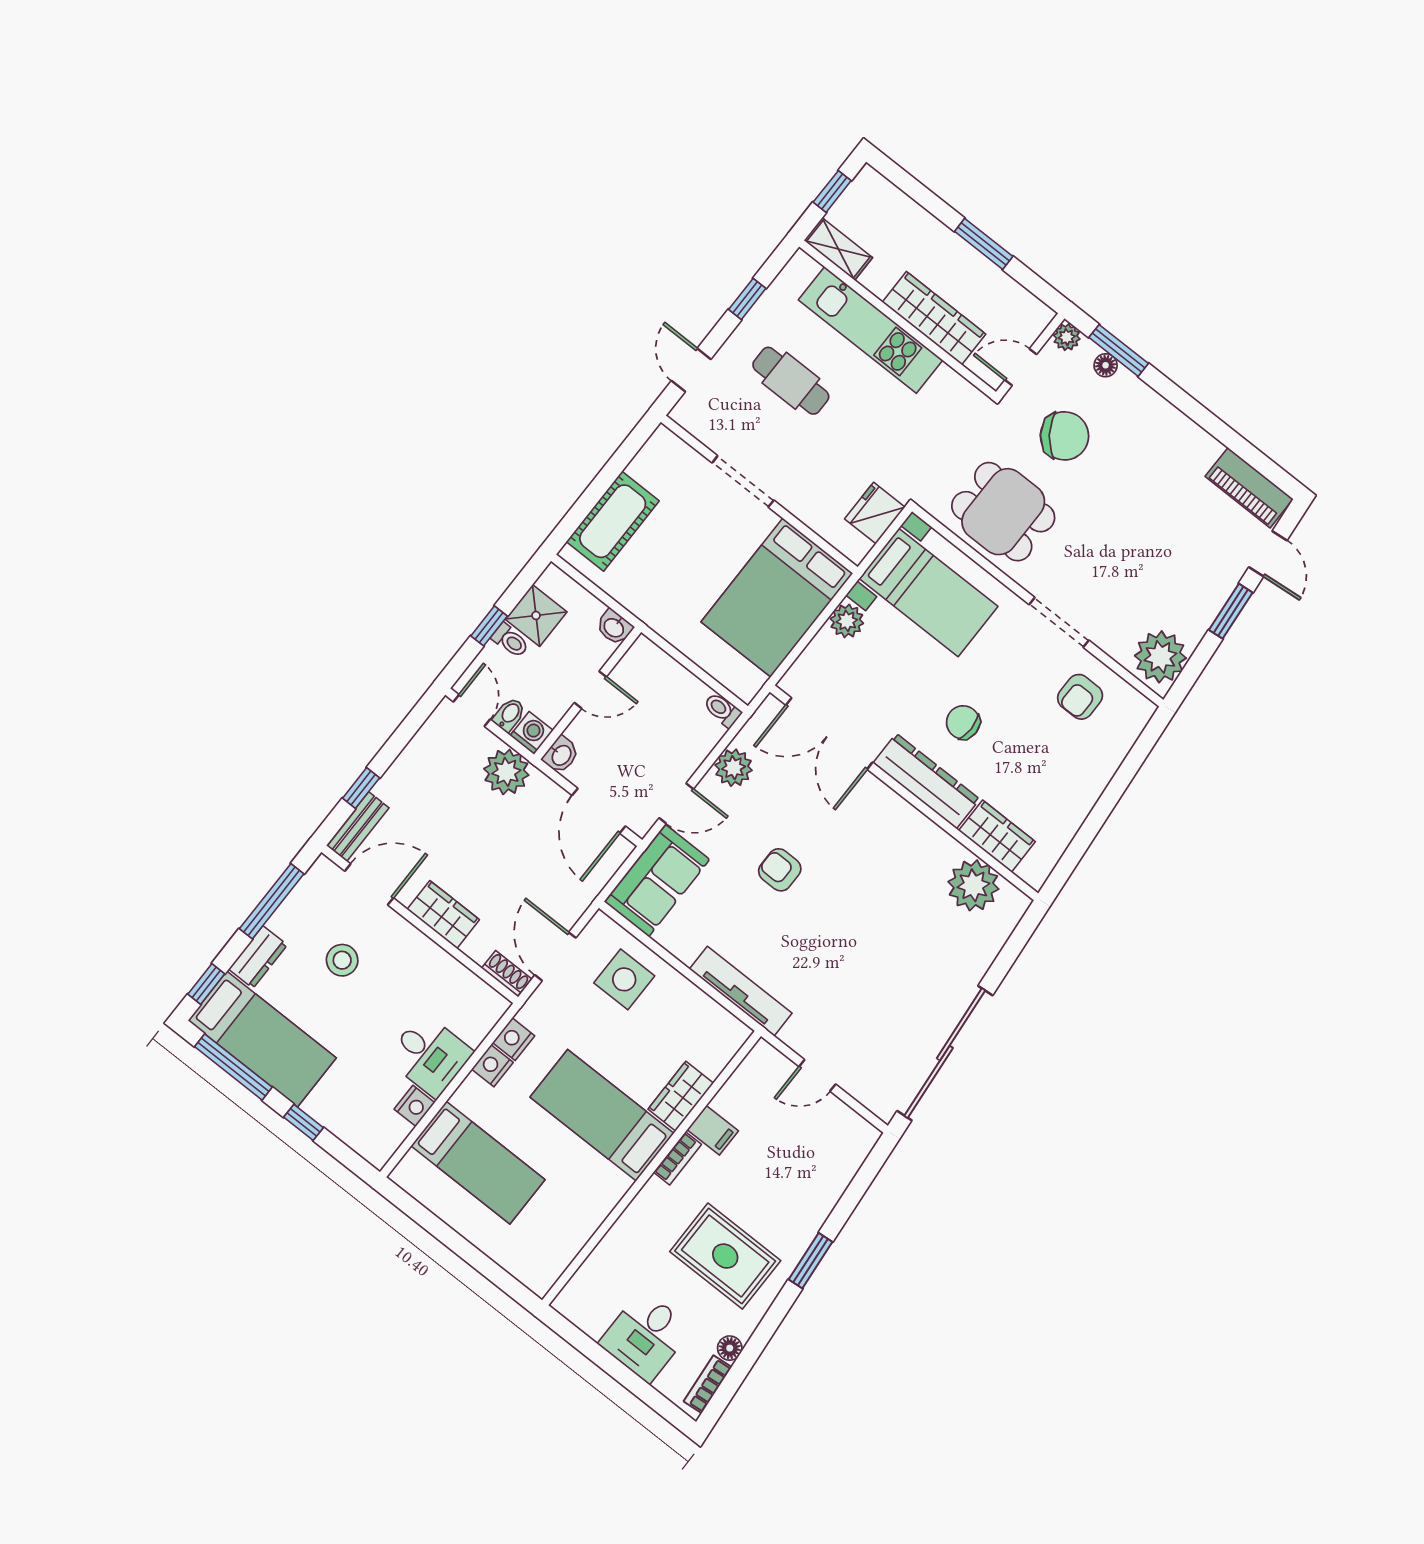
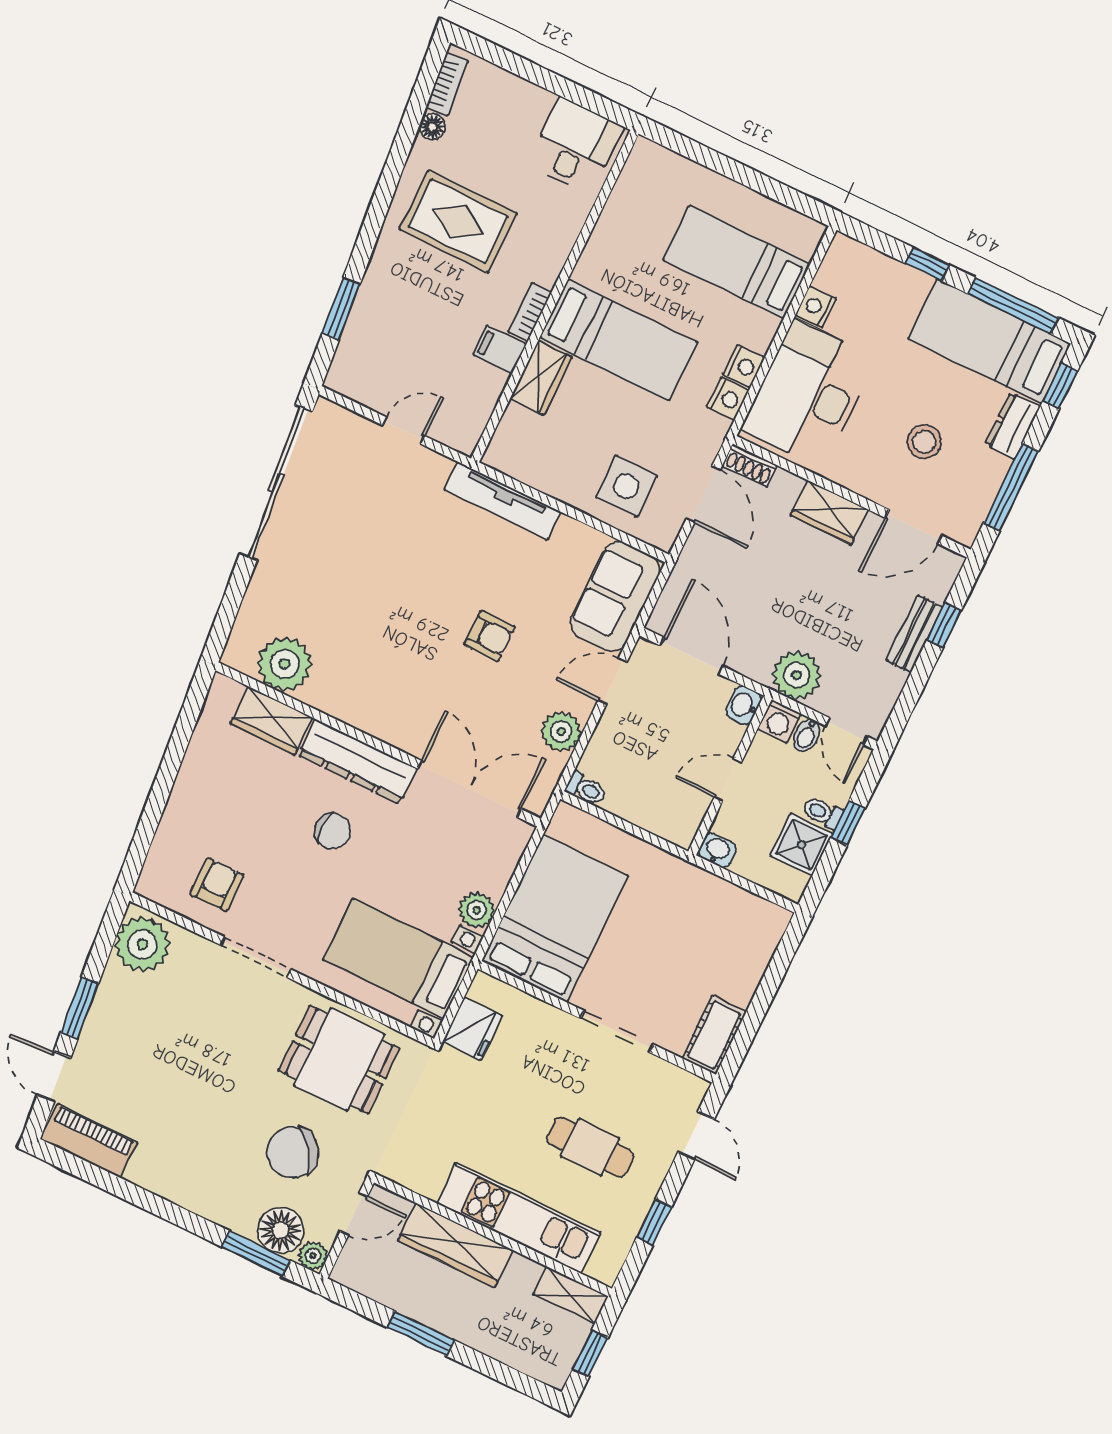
floor lamp: (1106, 365) -> (281, 1230), width x1.89, depth x1.89
cot: (613, 521) -> (714, 1035), moved, width x0.73, depth x0.75
bench: (358, 827) -> (915, 634), moved
desk: (430, 1055) -> (809, 394), width x1.87, depth x1.30
window: (811, 1261) -> (341, 309), moved
desk: (645, 1336) -> (575, 146), moved

